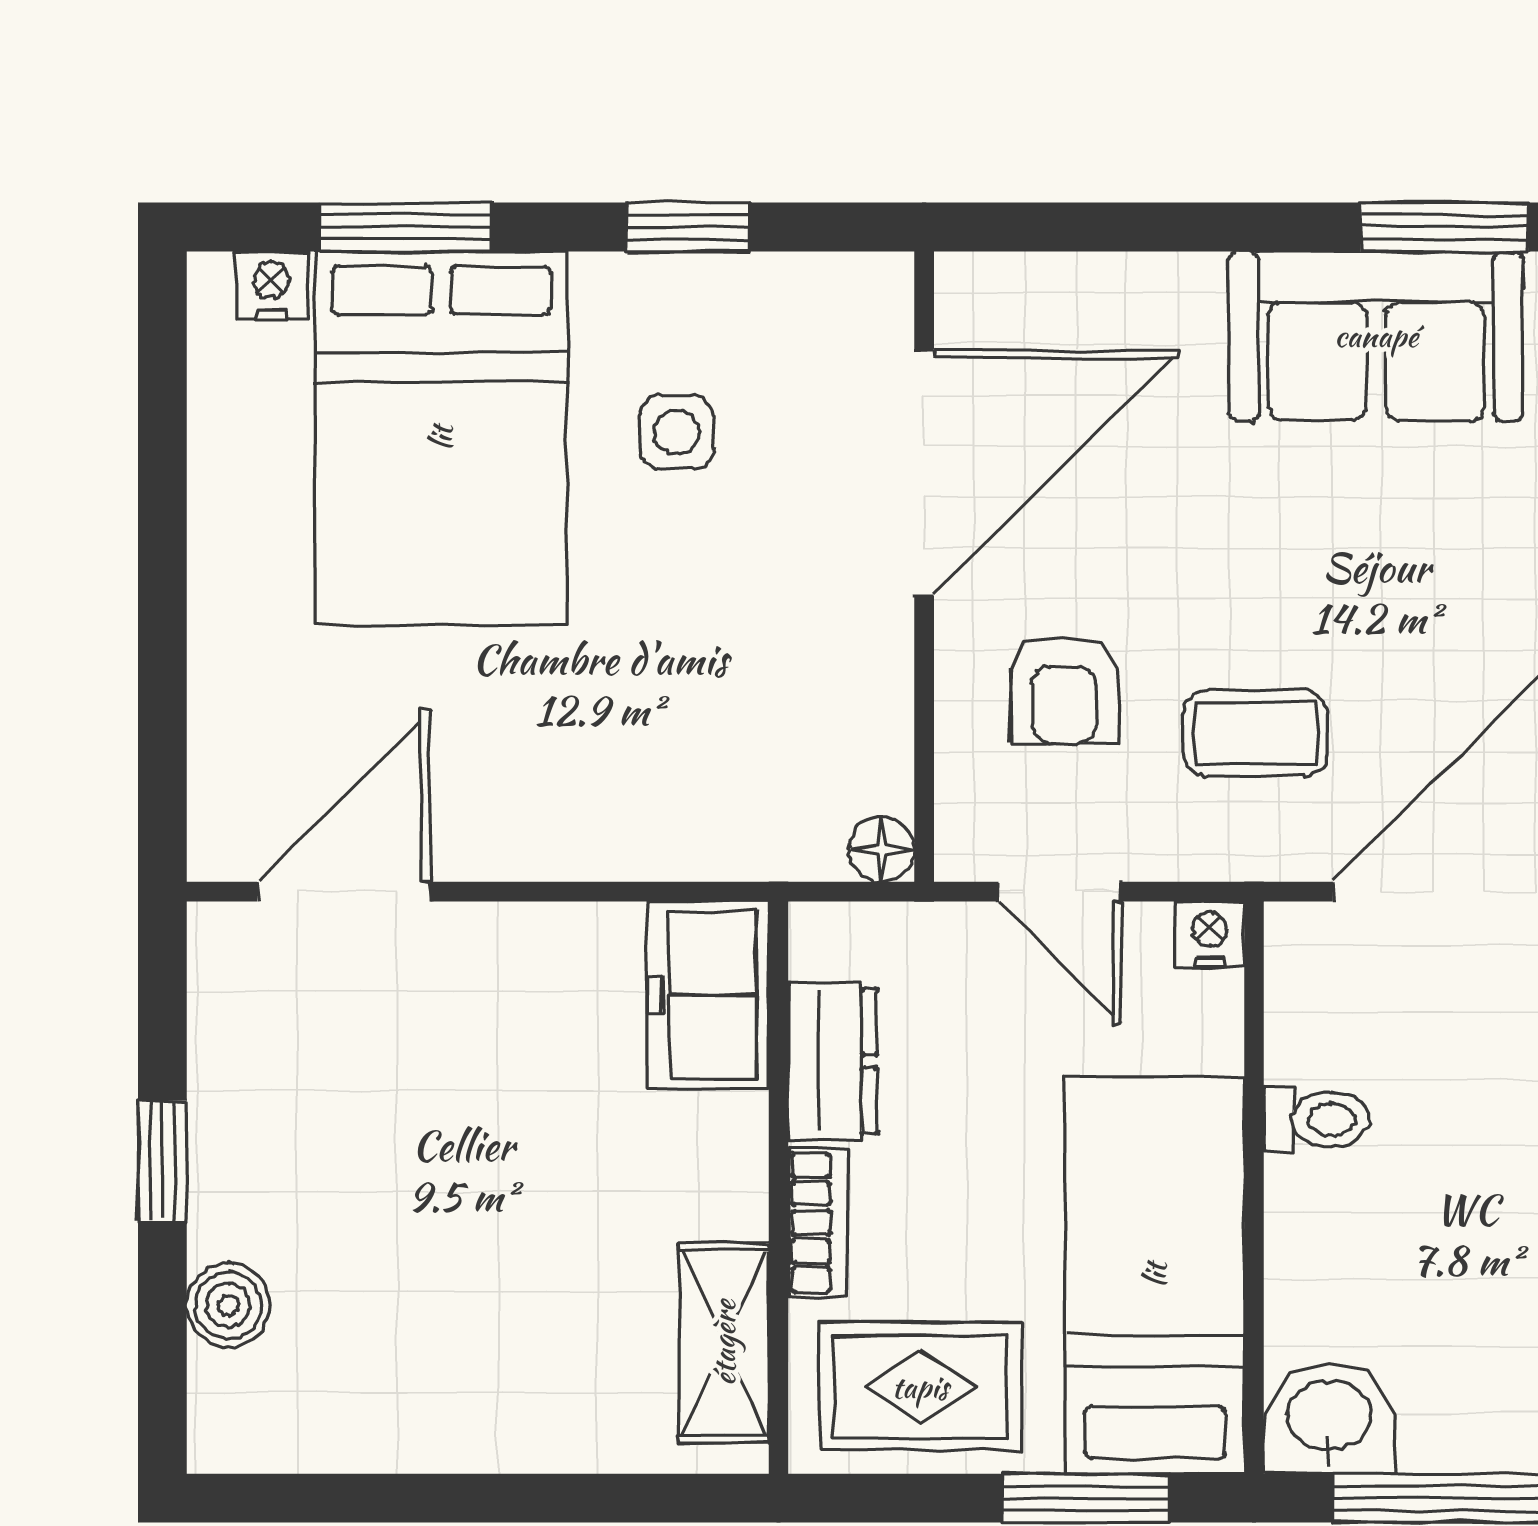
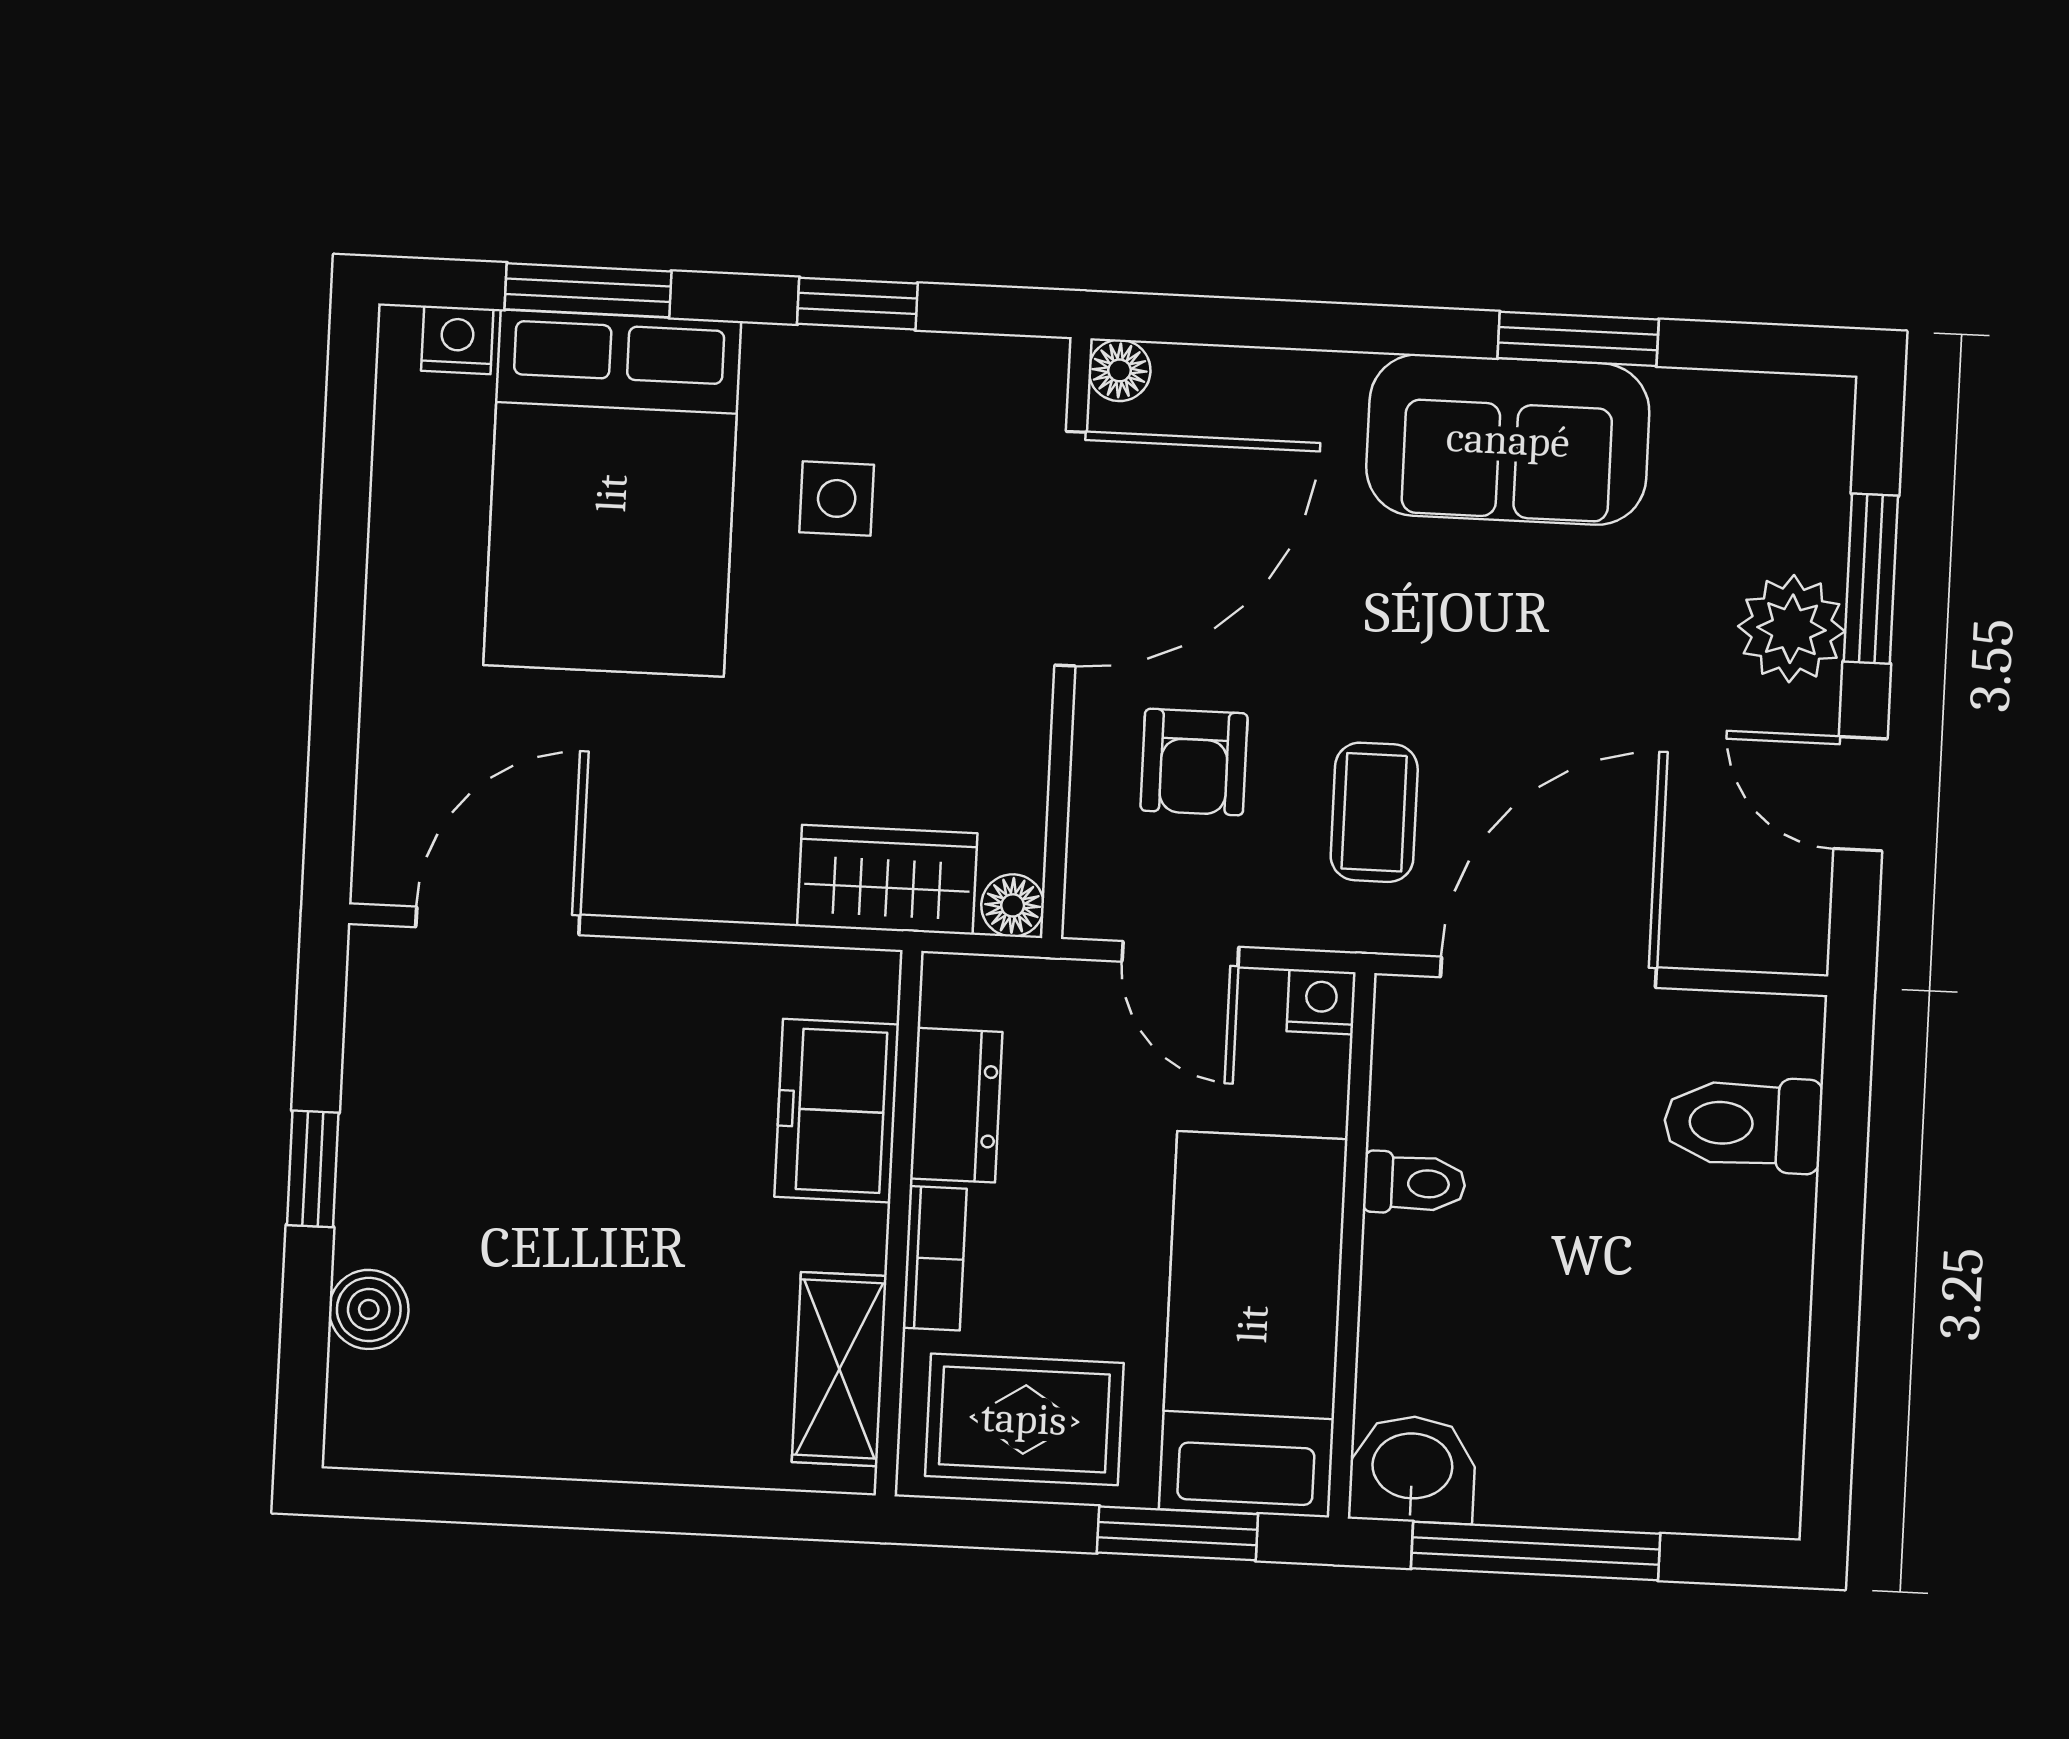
floor lamp: (966, 284) -> (1120, 370), added
coffee table: (1255, 733) -> (1374, 812), turned 90
wardrobe: (749, 829) -> (887, 880), added
freezer: (708, 995) -> (837, 1111), moved

